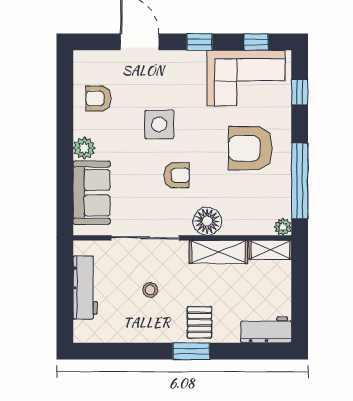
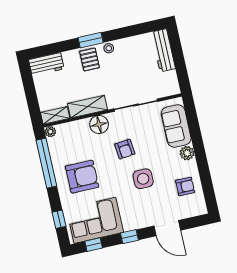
armchair: (177, 175) -> (125, 149), turned -96
workbench: (85, 288) -> (163, 50), moved
stool: (150, 290) -> (109, 48), moved

